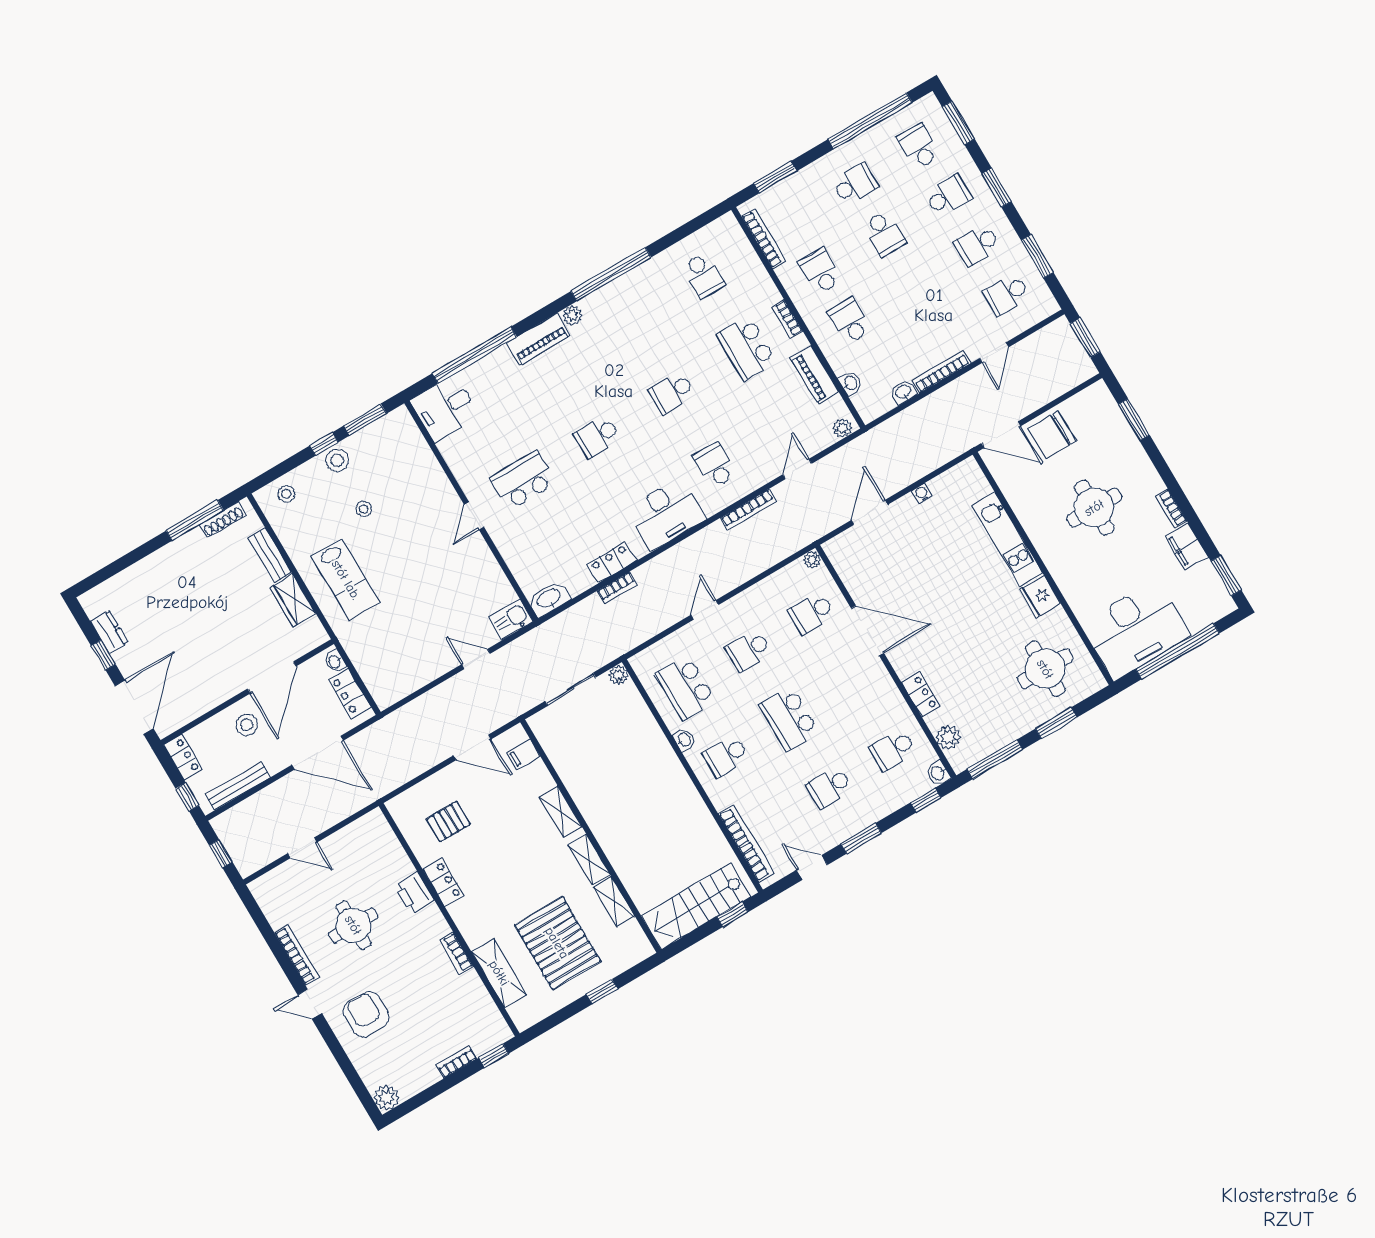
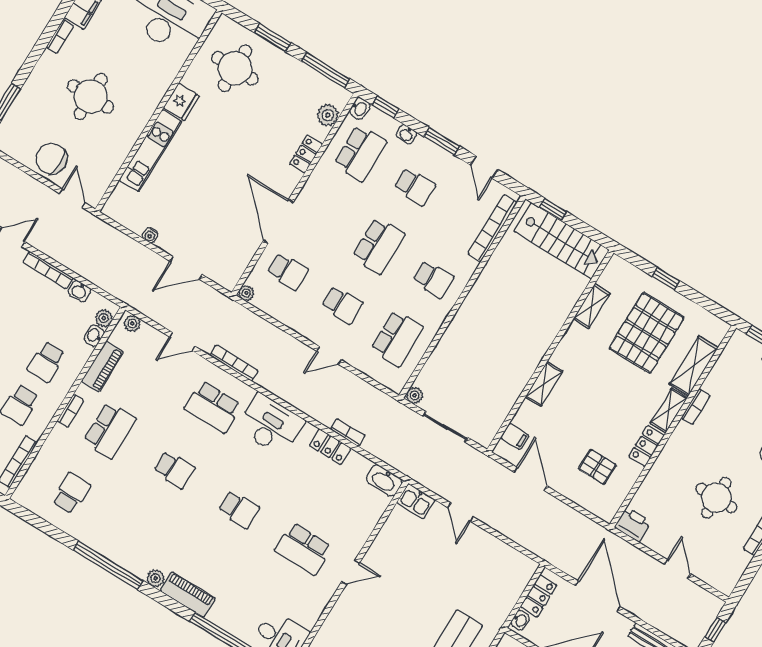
plant: (863, 402) -> (104, 318), added
door: (1001, 435) -> (72, 198), width x0.73
chair: (1052, 435) -> (52, 159), turned 180
school desk: (715, 465) -> (213, 407), width x1.85
washbasin: (684, 740) -> (406, 134), moved, turned -90
school desk: (893, 750) -> (360, 153), width x1.85
shelving: (589, 860) -> (669, 410), moved
printer: (414, 893) -> (633, 525), moved, turned -90

